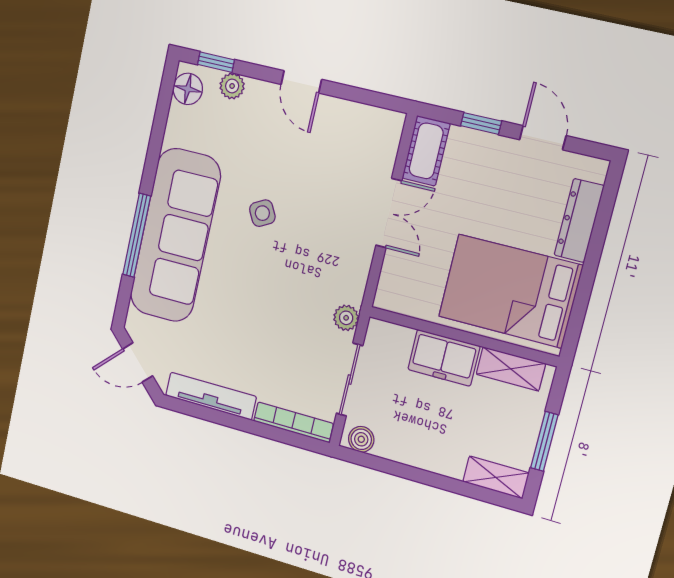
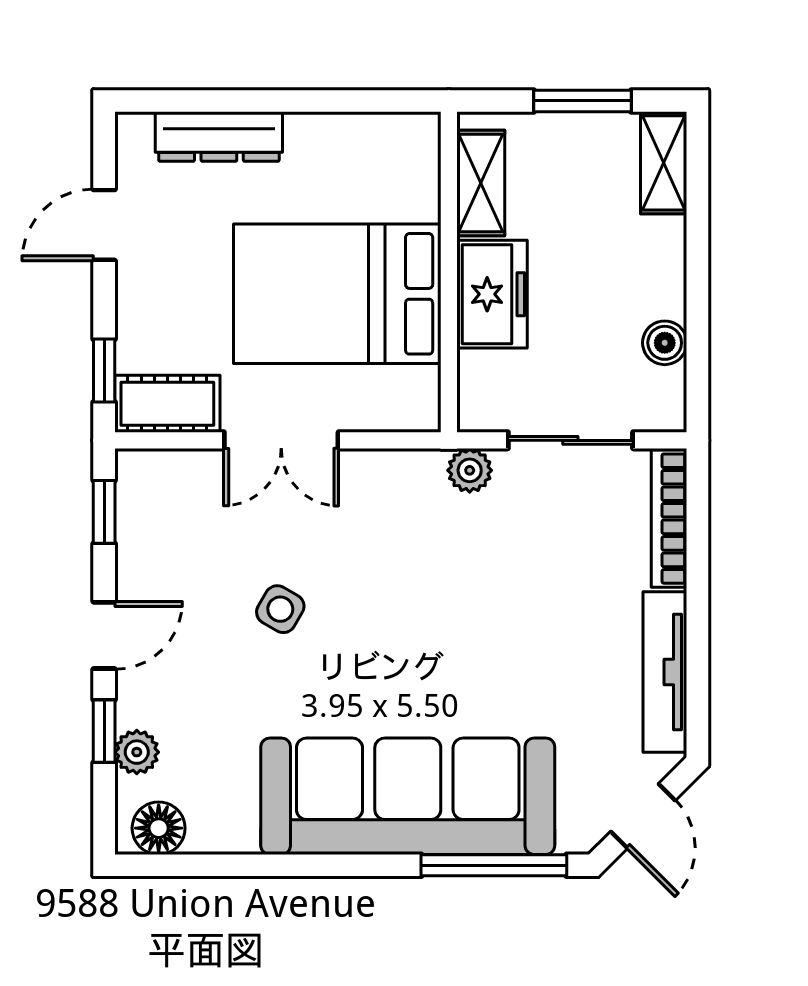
window: (216, 62) -> (104, 731), moved
window: (372, 98) -> (104, 512), added
window: (481, 123) -> (104, 371), moved
side table: (262, 213) -> (280, 609), moved, turned -32
double door: (389, 213) -> (281, 440), swing flipped
window: (137, 235) -> (494, 865), moved
bed: (510, 291) -> (337, 294), moved, turned 90
boiler: (361, 439) -> (665, 343), moved

